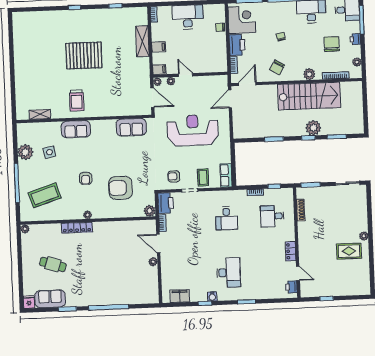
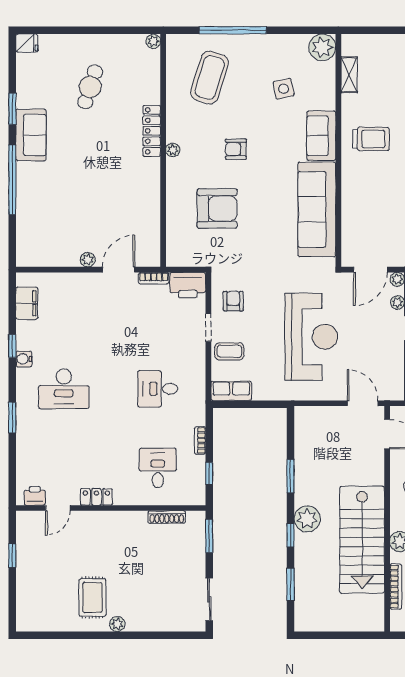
trolley: (77, 100) -> (371, 139), turned 180
sofa: (131, 127) -> (317, 209), width x1.85, depth x1.27
plant: (313, 128) -> (307, 519), moved
plant: (25, 152) -> (322, 47), moved
armchair: (120, 188) -> (217, 208), turned 91
coffee table: (45, 195) -> (210, 77), turned 35
plant: (150, 211) -> (176, 257), removed
sofa: (50, 299) -> (31, 135), moved

